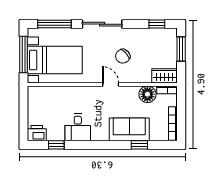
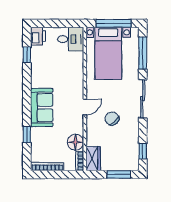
desk: (78, 127) -> (71, 39), moved, turned 180
sofa: (129, 129) -> (42, 108), moved

